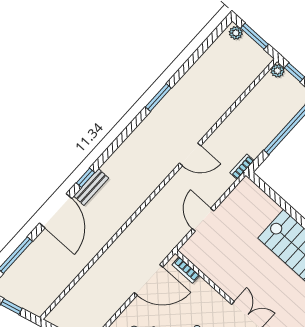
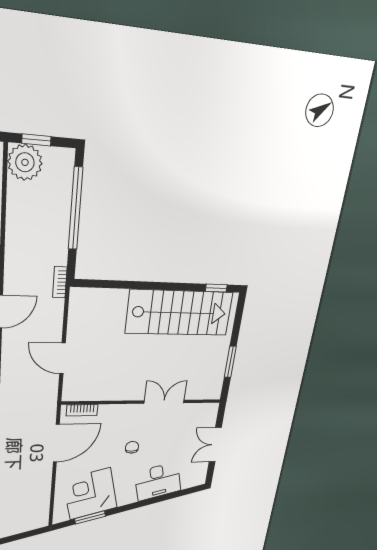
plant: (277, 71) -> (25, 162), width x1.87, depth x1.87

